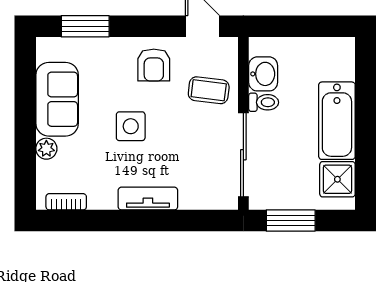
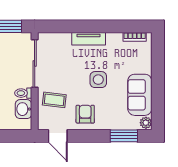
plant: (46, 149) -> (146, 123), moved

